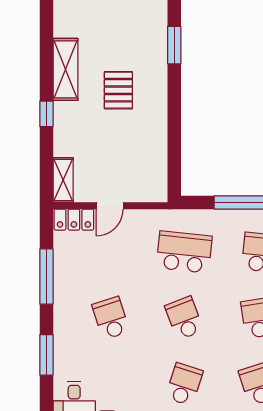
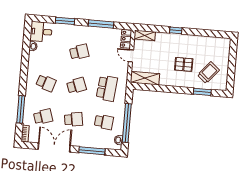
trolley: (131, 36) -> (208, 73), added
shelving: (65, 69) -> (145, 78), moved

